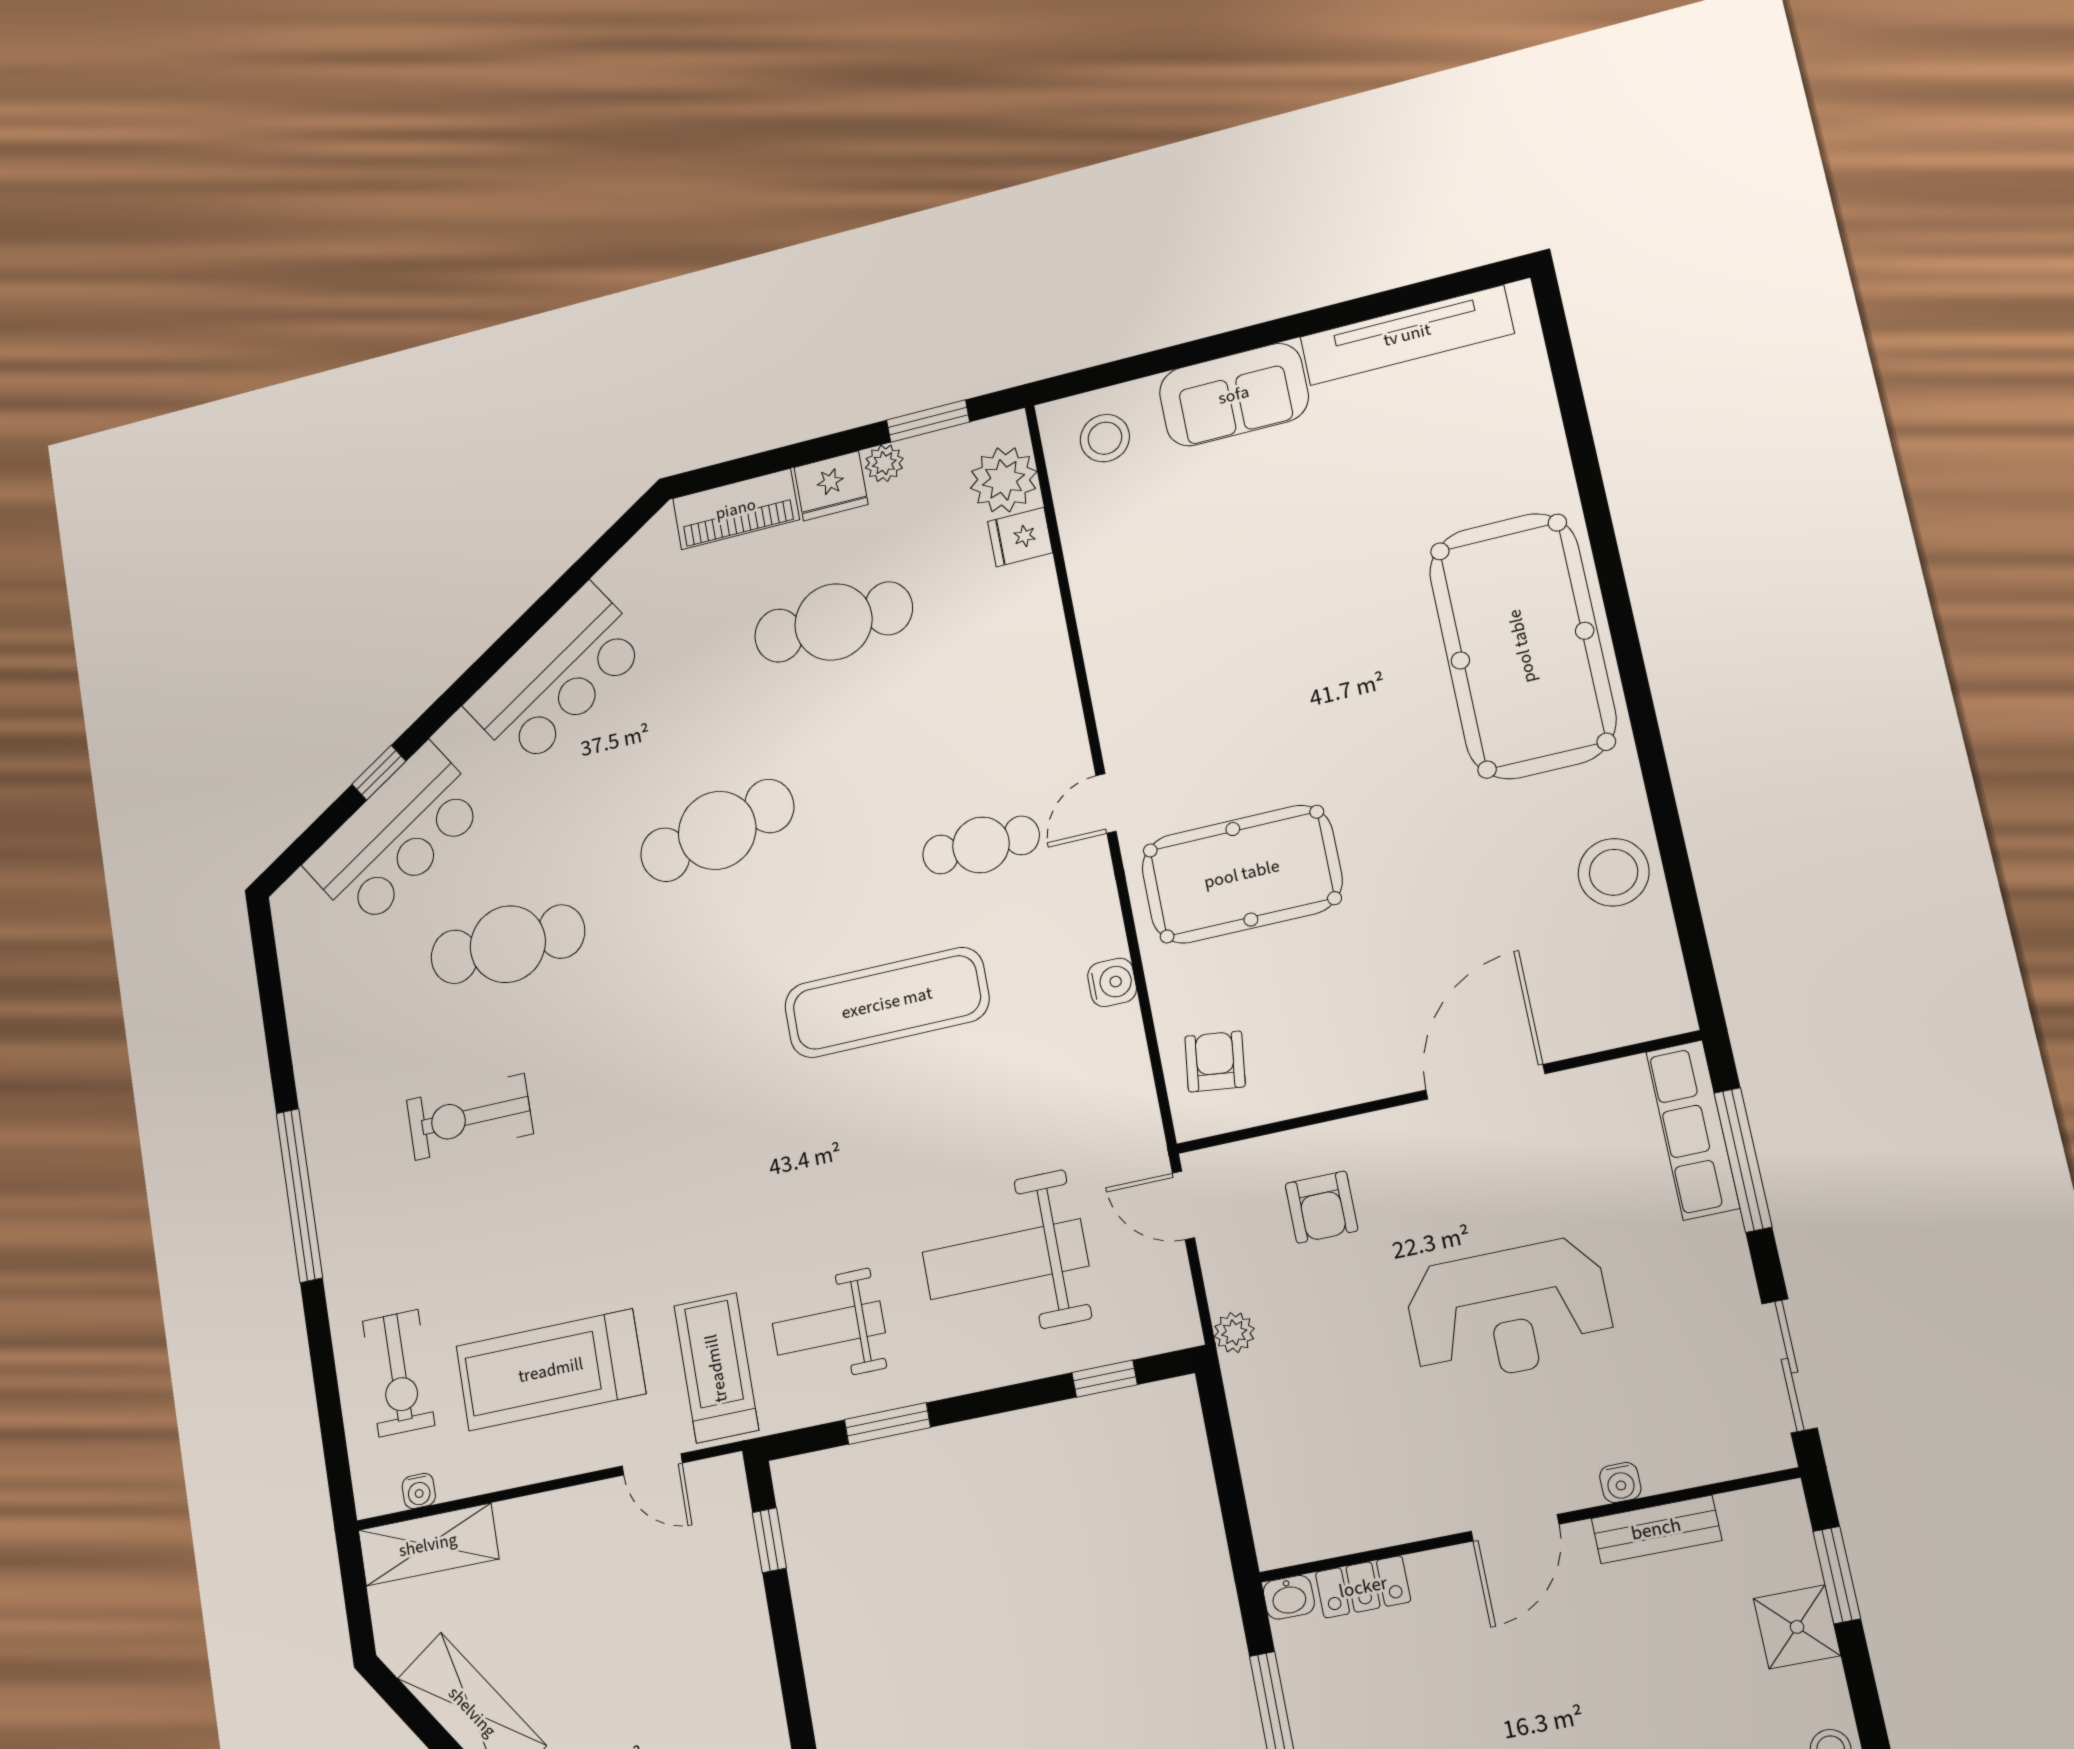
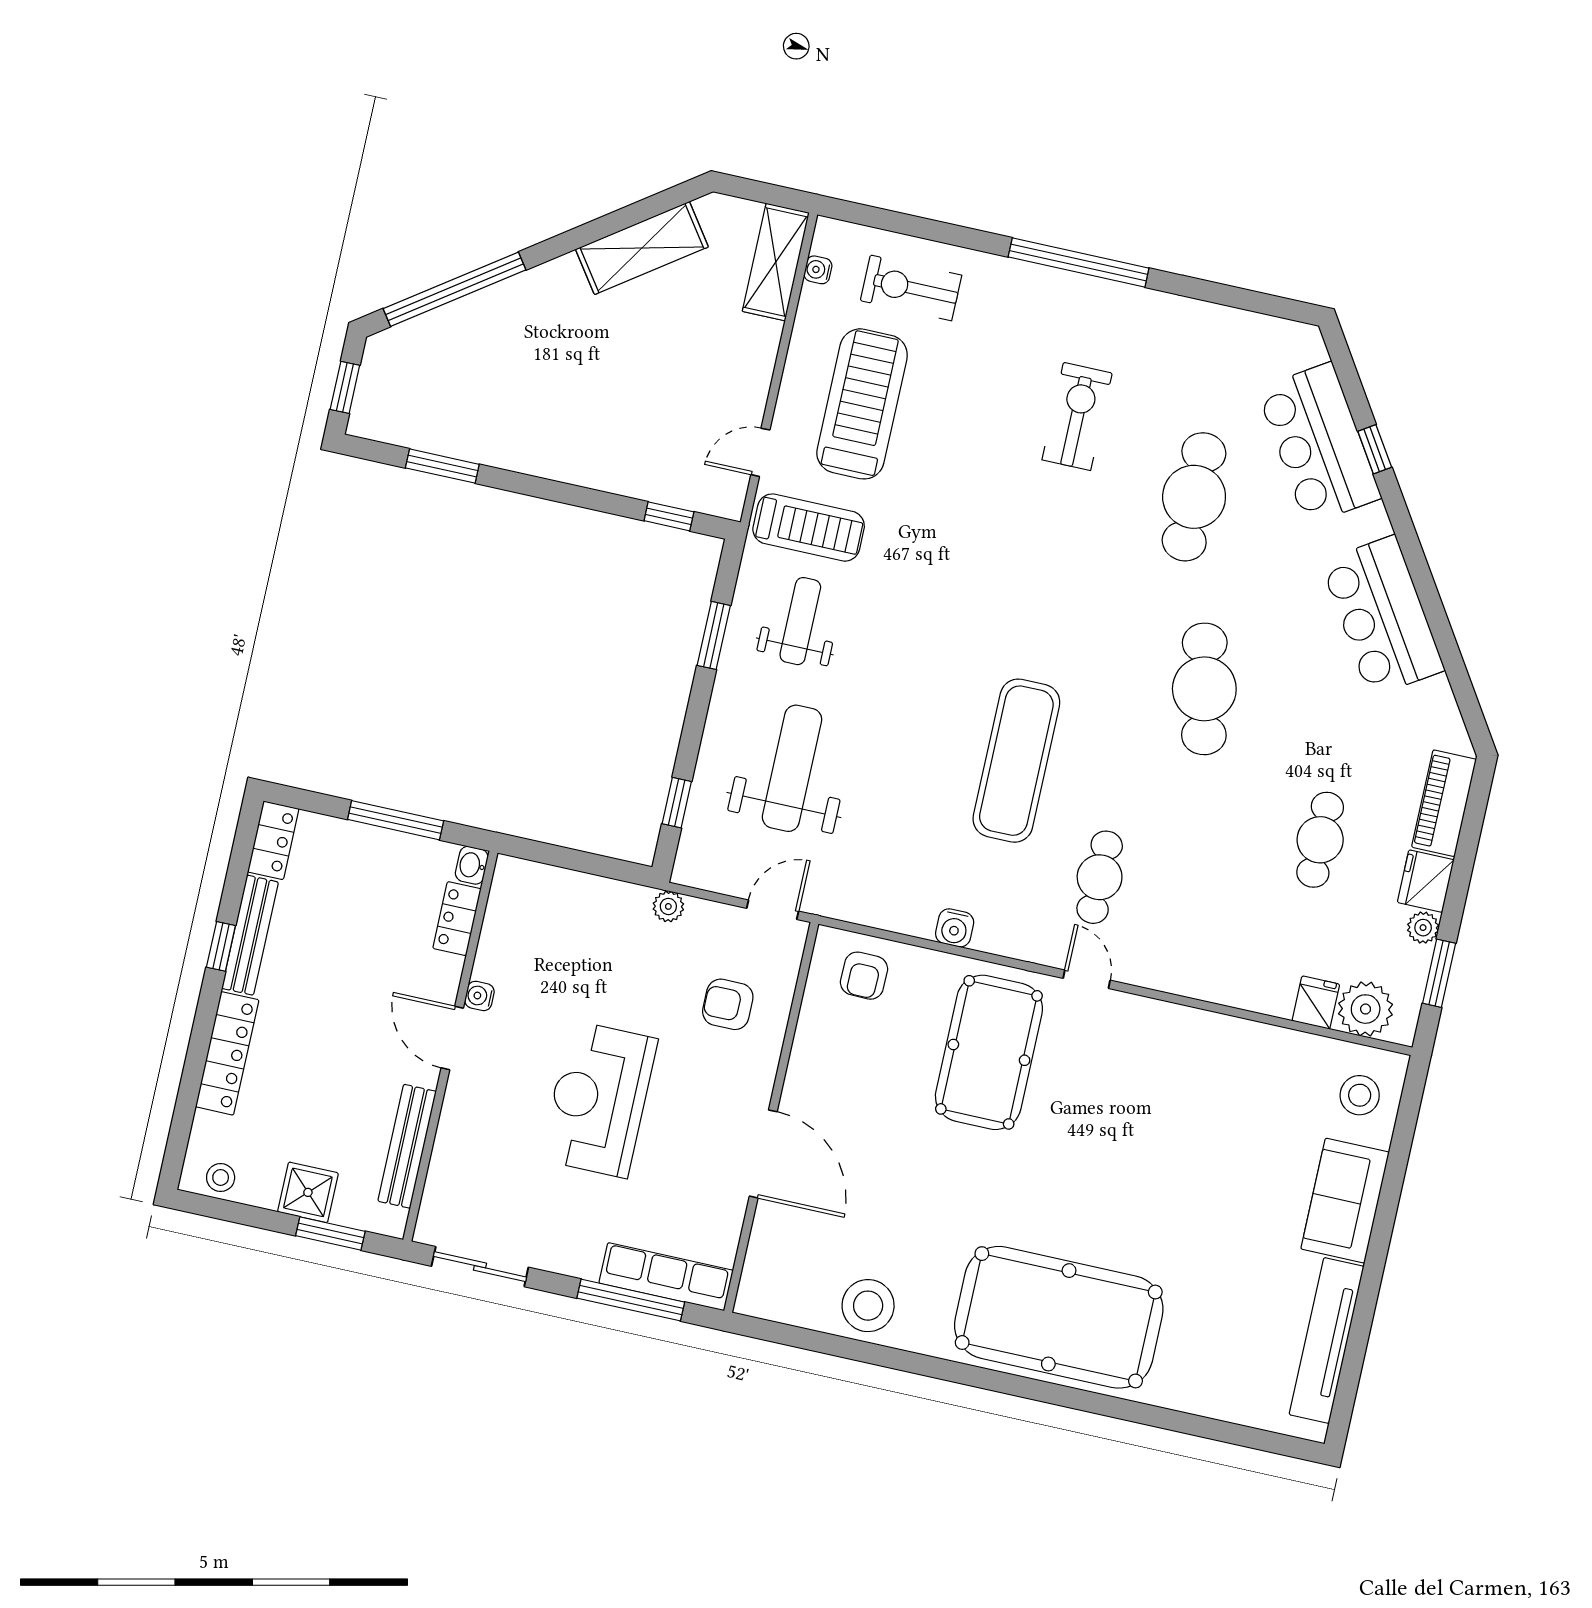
cafe table: (834, 622) -> (1320, 840), width x0.73, depth x0.74
armchair: (1215, 1061) -> (864, 976), turned 84
water cooler: (1620, 1483) -> (479, 996), moved
bench: (1656, 1529) -> (407, 1146), width x1.36

